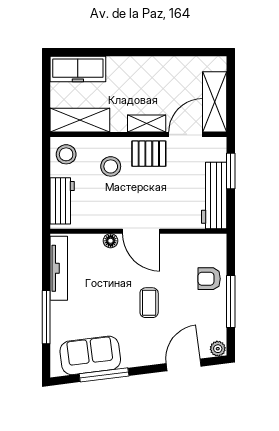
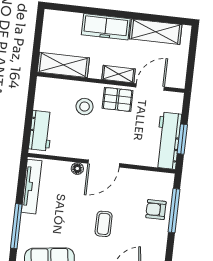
freezer: (78, 69) -> (106, 27), moved
shelving: (215, 102) -> (156, 32), moved, turned 90
stool: (66, 154) -> (48, 92), removed
window: (231, 171) -> (182, 139), moved
door: (141, 231) -> (104, 163), hinge flipped
window: (231, 302) -> (174, 211), moved

